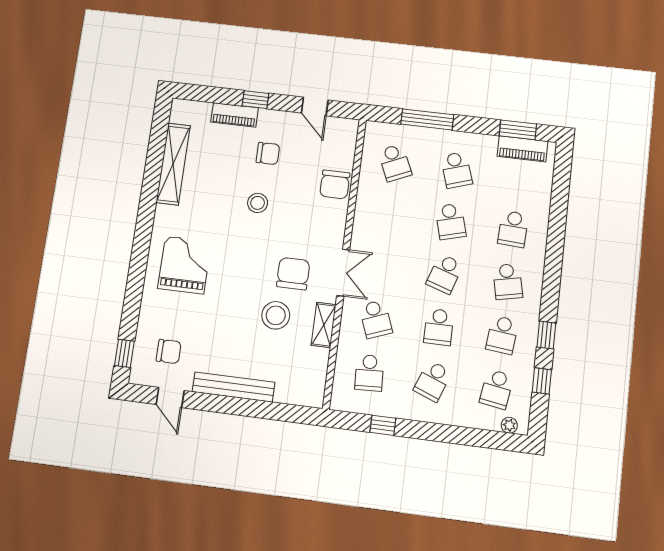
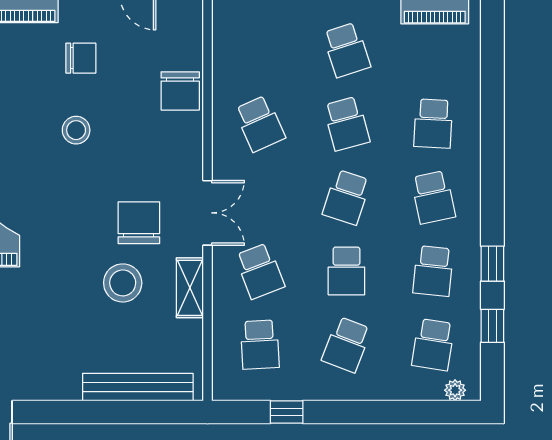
school desk: (395, 163) -> (260, 124), moved
bench: (234, 387) -> (138, 387), moved

